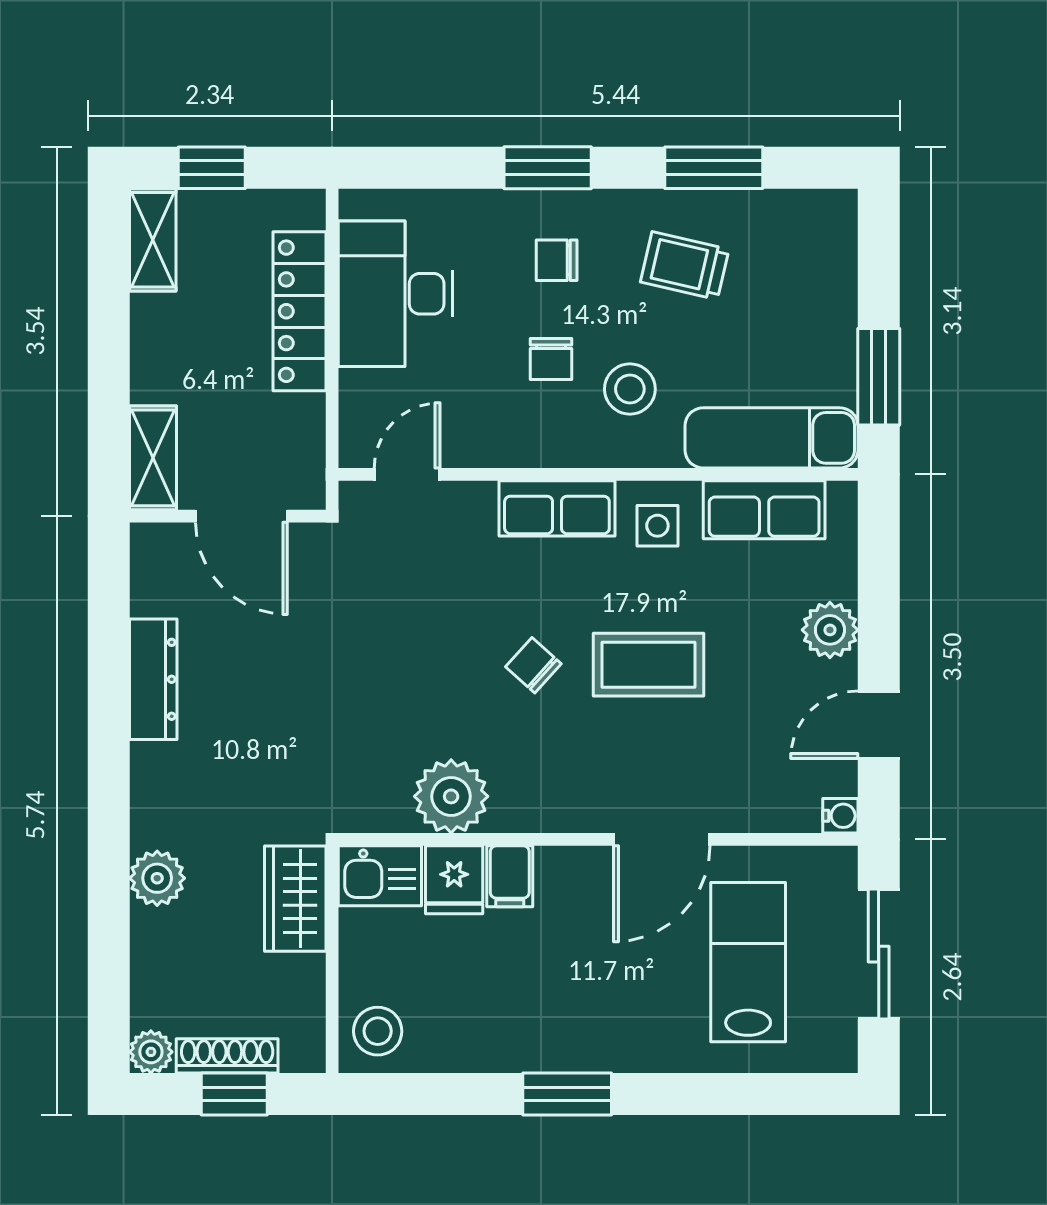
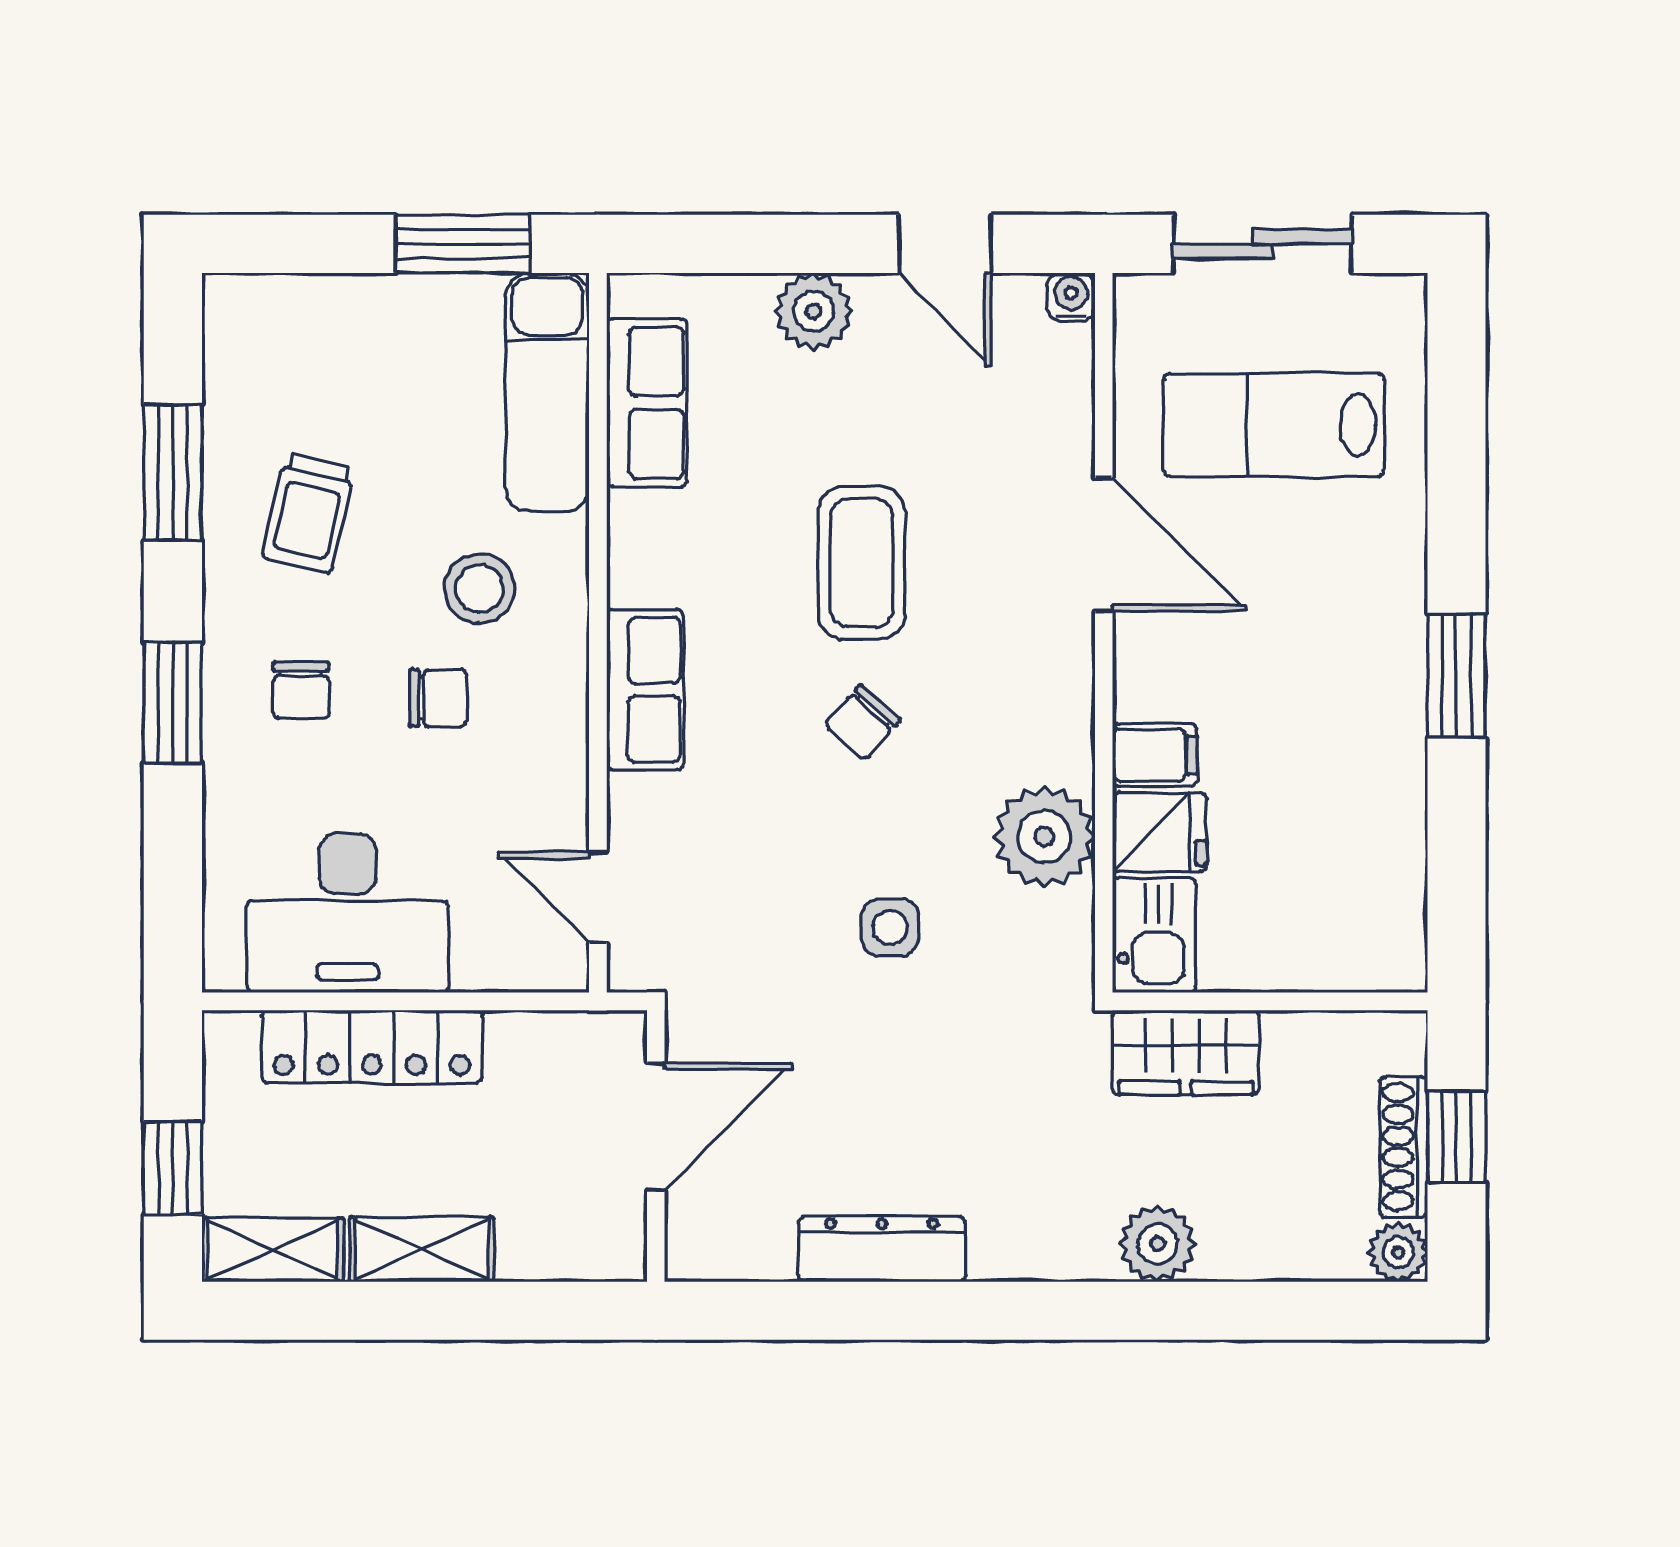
shelving: (153, 458) -> (422, 1249), moved
side table: (657, 526) -> (890, 927), moved
stool: (378, 1031) -> (1369, 938), removed

